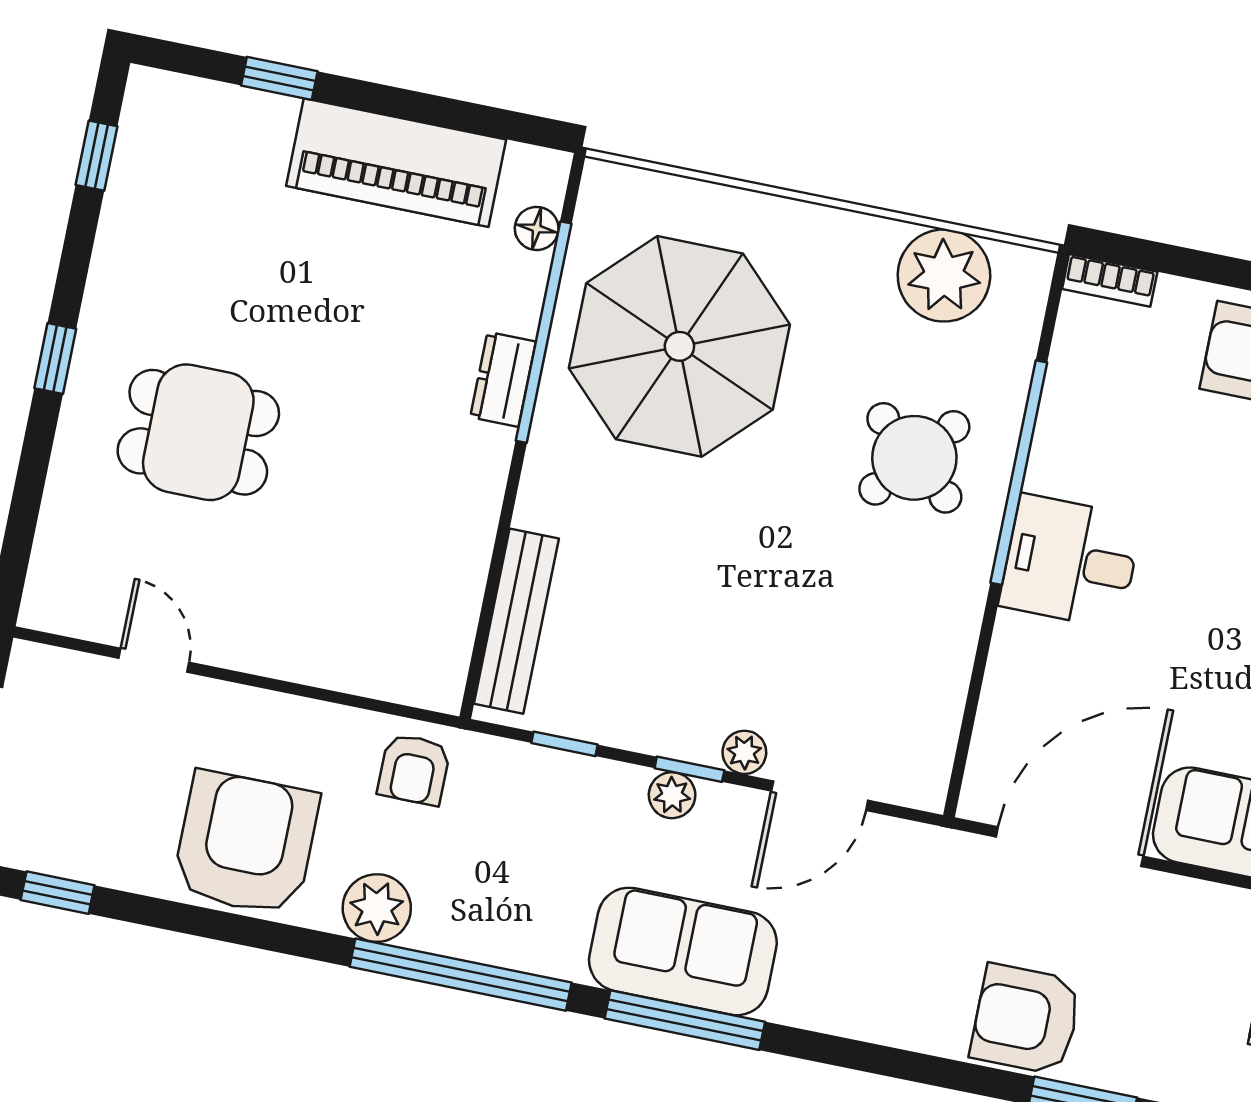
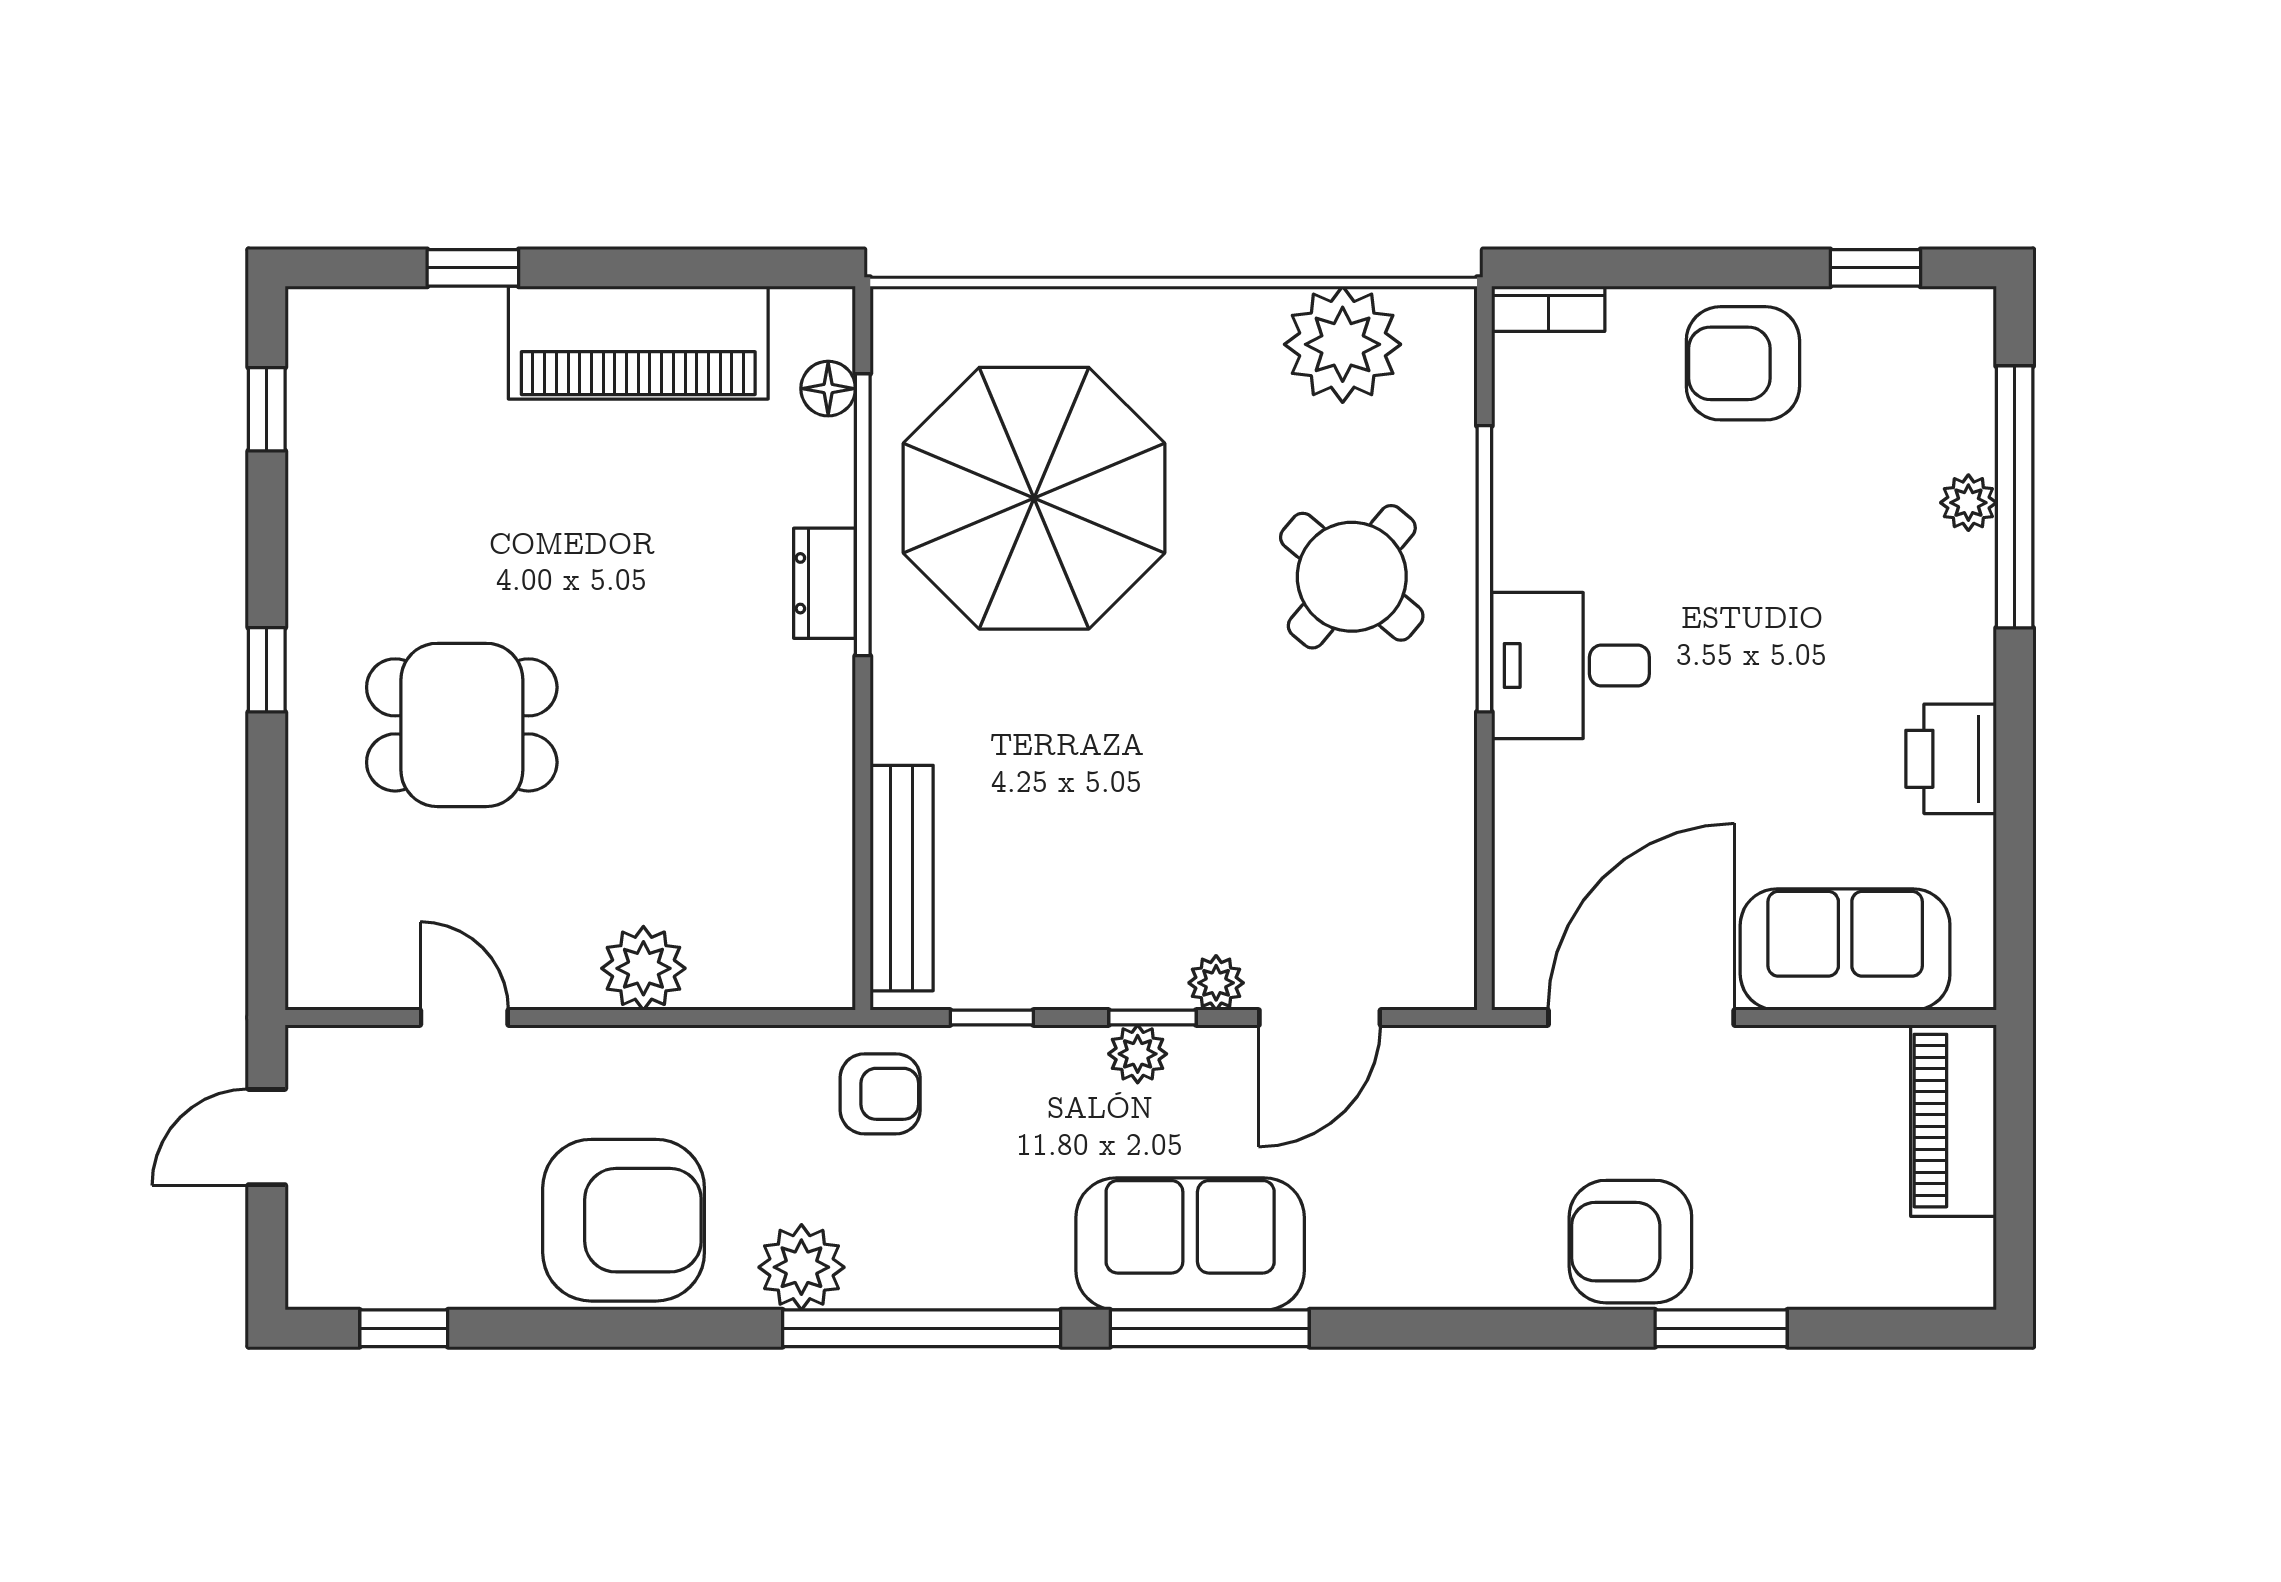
plant: (301, 650) -> (643, 968), added
armchair: (414, 769) -> (880, 1094), moved, turned -90
armchair: (246, 843) -> (624, 1220), turned 90

